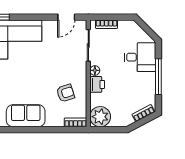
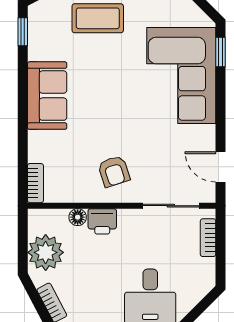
floor lamp: (95, 70) -> (78, 217), moved
armchair: (65, 93) -> (114, 171), moved
plant: (100, 117) -> (46, 252), moved

